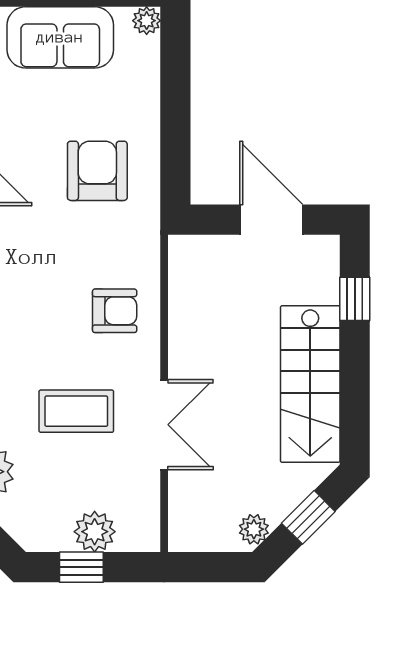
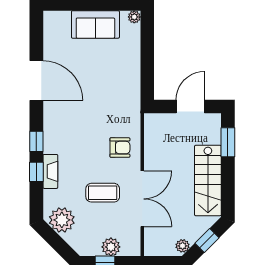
armchair: (97, 171) -> (112, 85), removed
door: (271, 220) -> (190, 106), hinge flipped
window: (355, 299) -> (228, 142), width x1.50
double door: (164, 425) -> (142, 199), width x1.37

